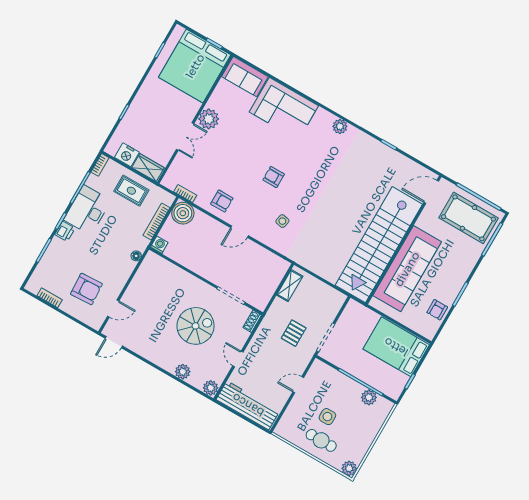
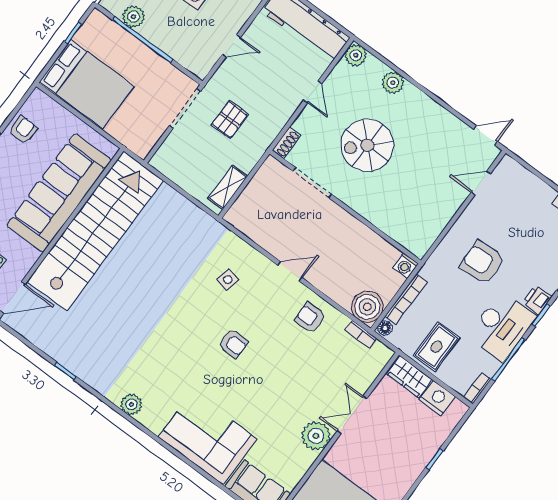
rug: (131, 191) -> (437, 347), turned 90
floor lamp: (136, 256) -> (385, 328), moved
armchair: (86, 289) -> (482, 262), moved

